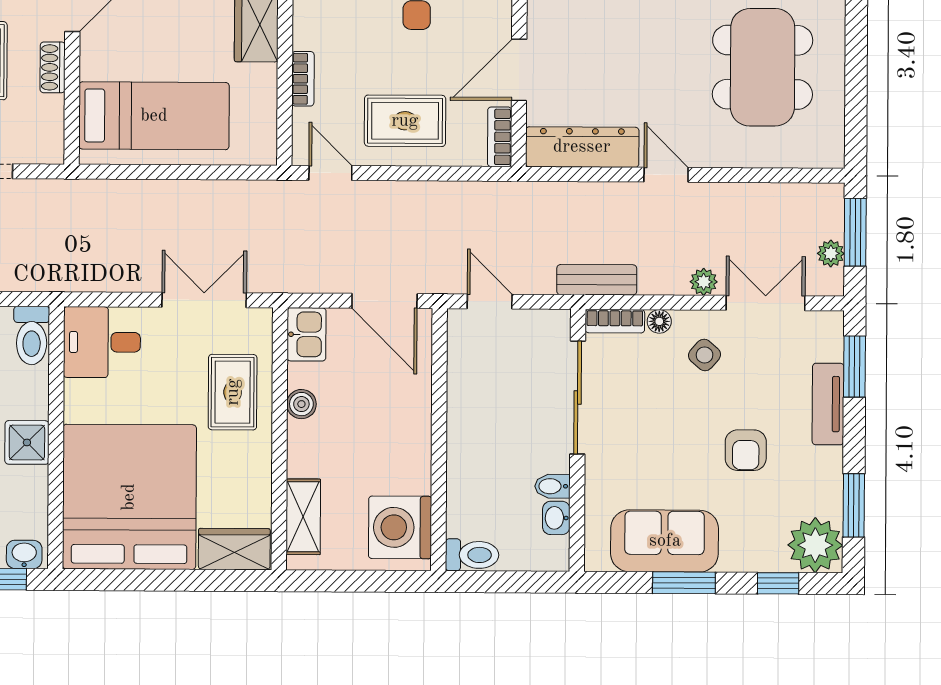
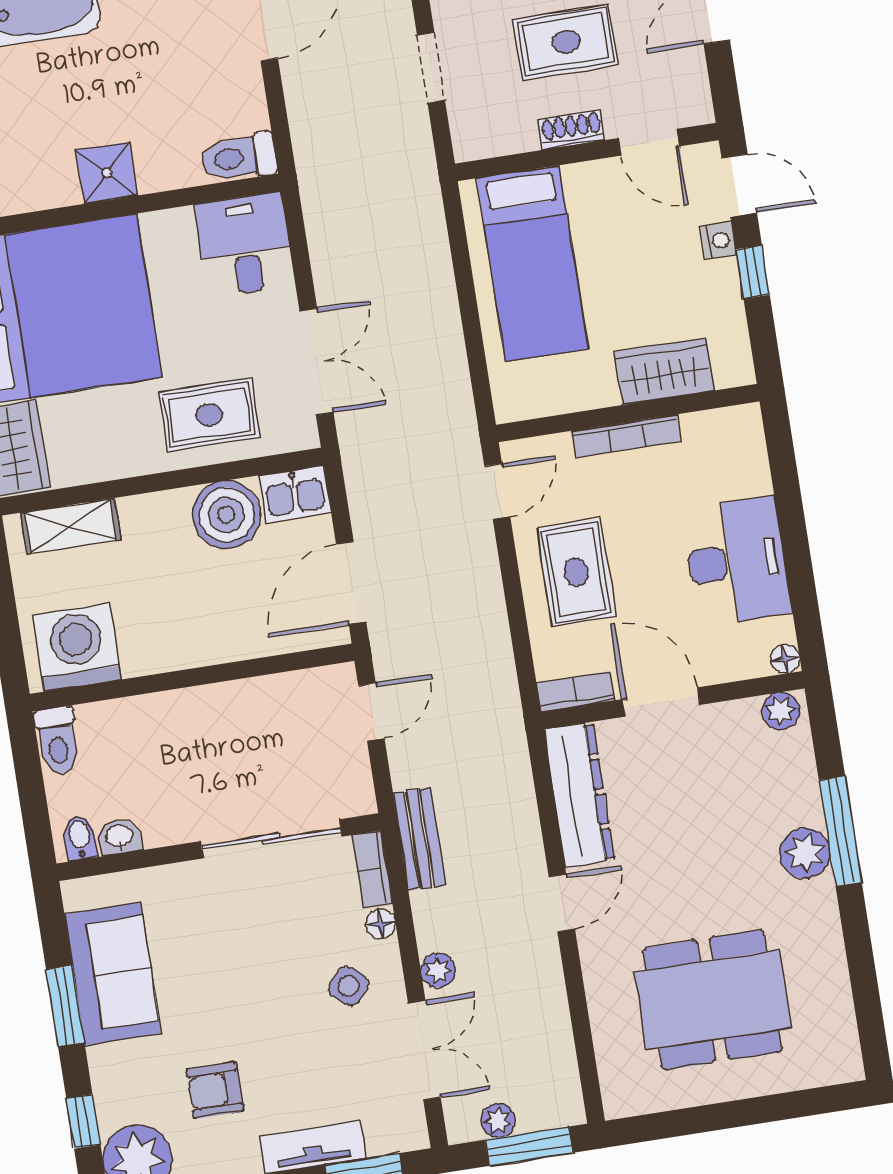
bookcase: (303, 79) -> (626, 436), width x1.56
boiler: (301, 404) -> (226, 515), width x1.86, depth x1.86
armchair: (746, 450) -> (215, 1090), moved
bidet: (552, 486) -> (80, 838), moved

